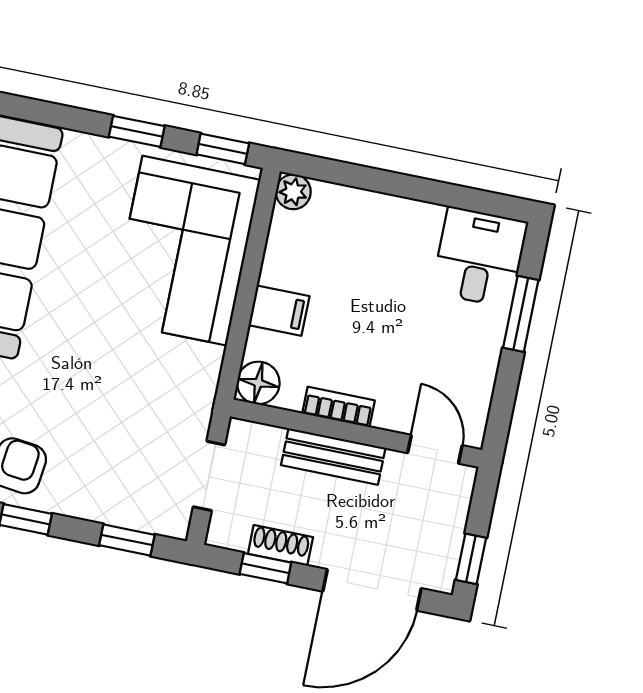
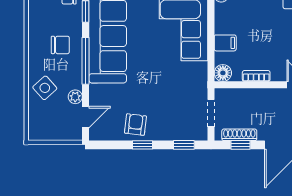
bench: (333, 456) -> (258, 96), removed
shoe rack: (280, 545) -> (239, 135), width x1.43

